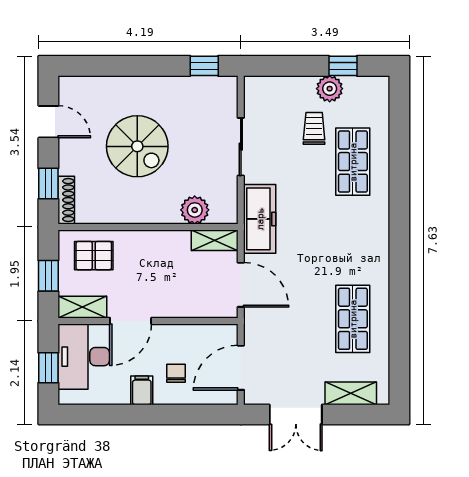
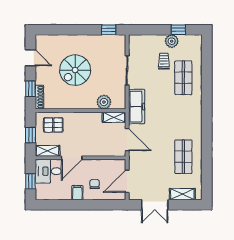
spiral stairs: (137, 146) -> (75, 70), turned 90
desk: (84, 357) -> (48, 171), width x0.73

